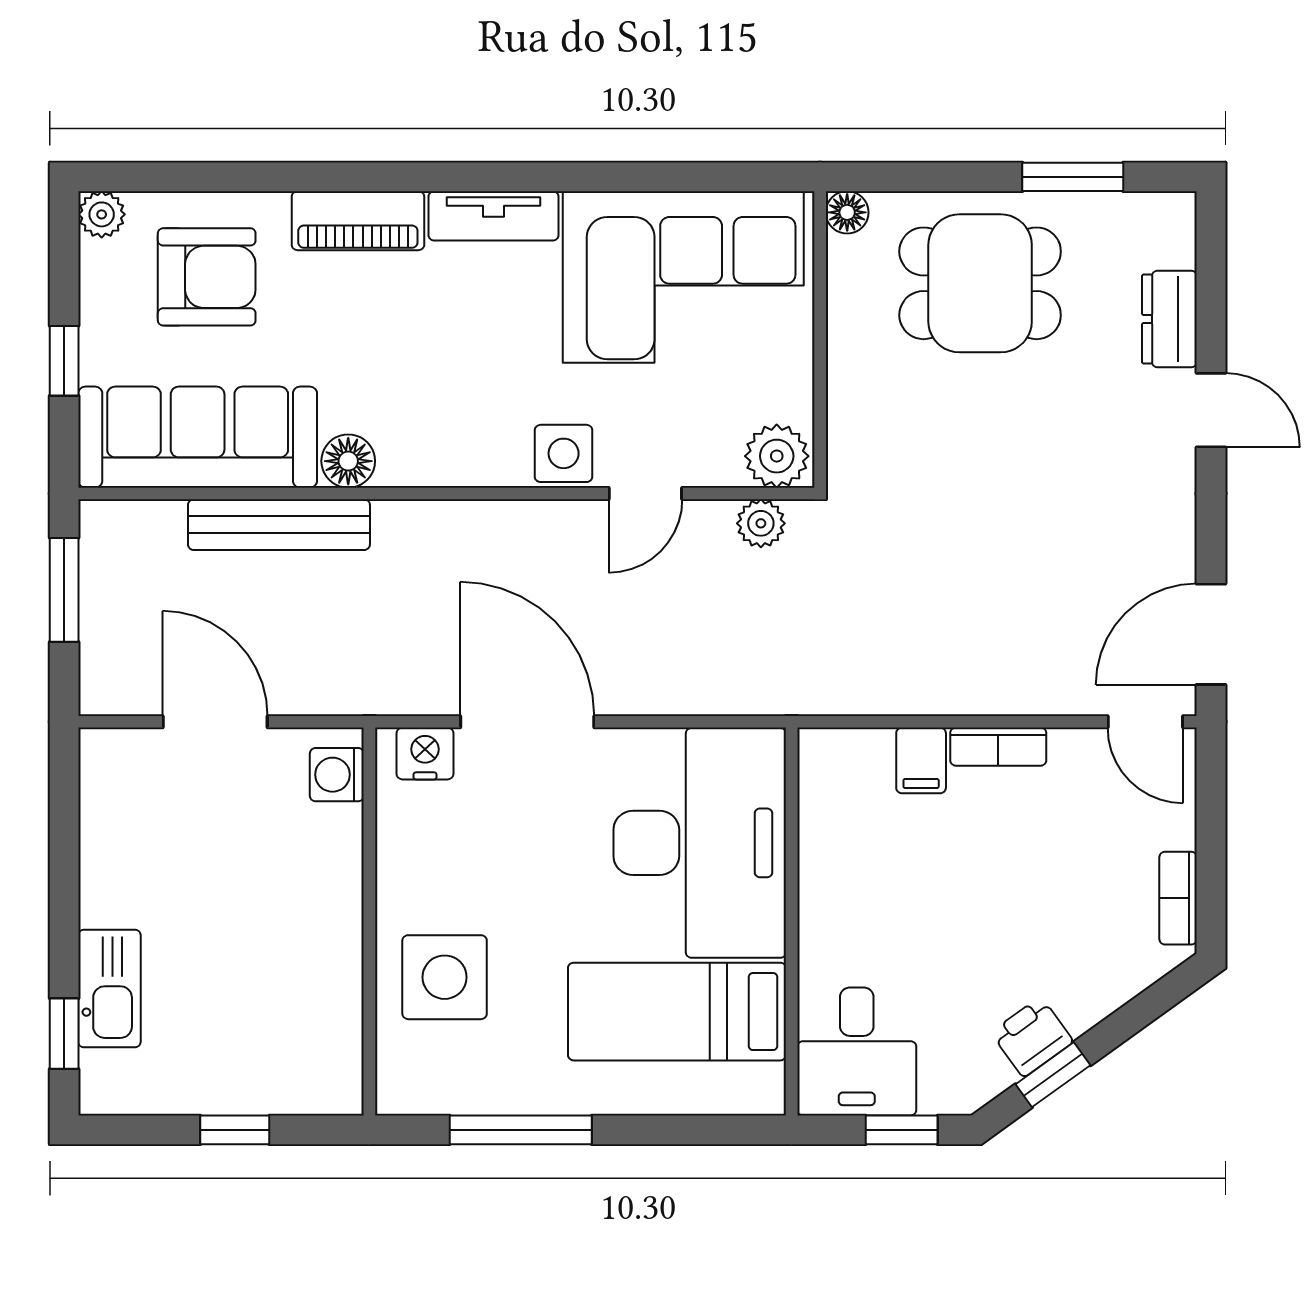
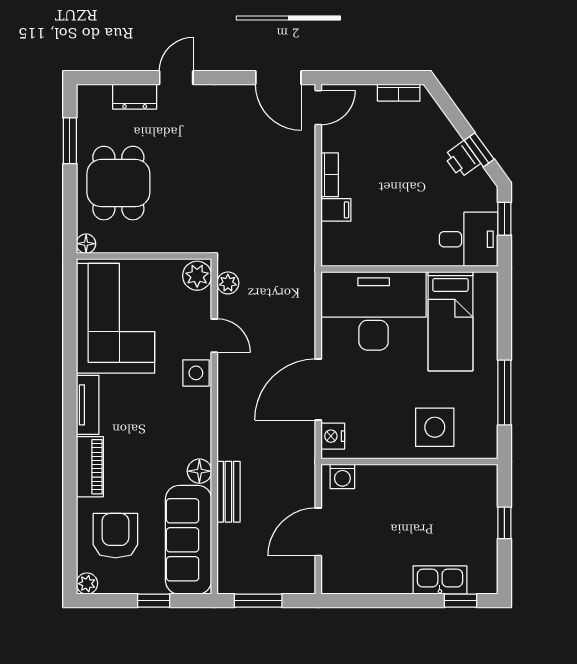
bench: (279, 525) -> (228, 492), width x0.73

